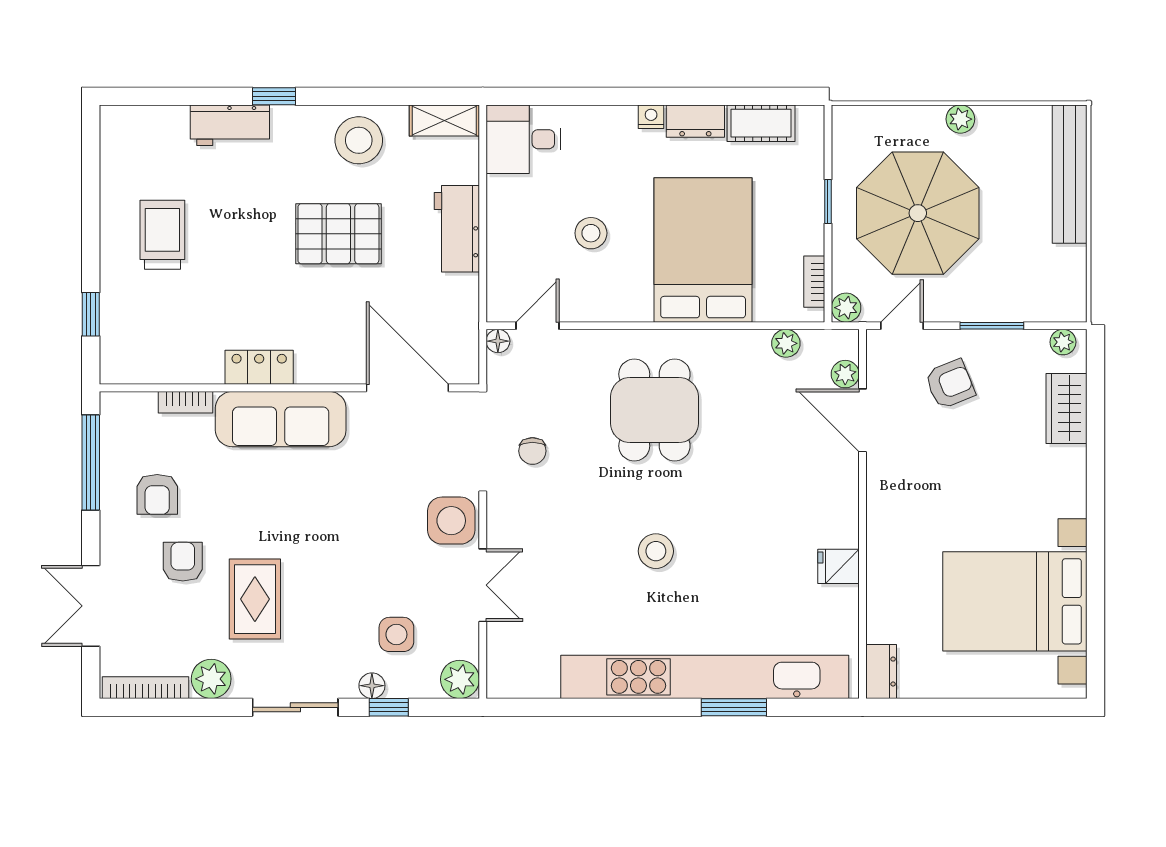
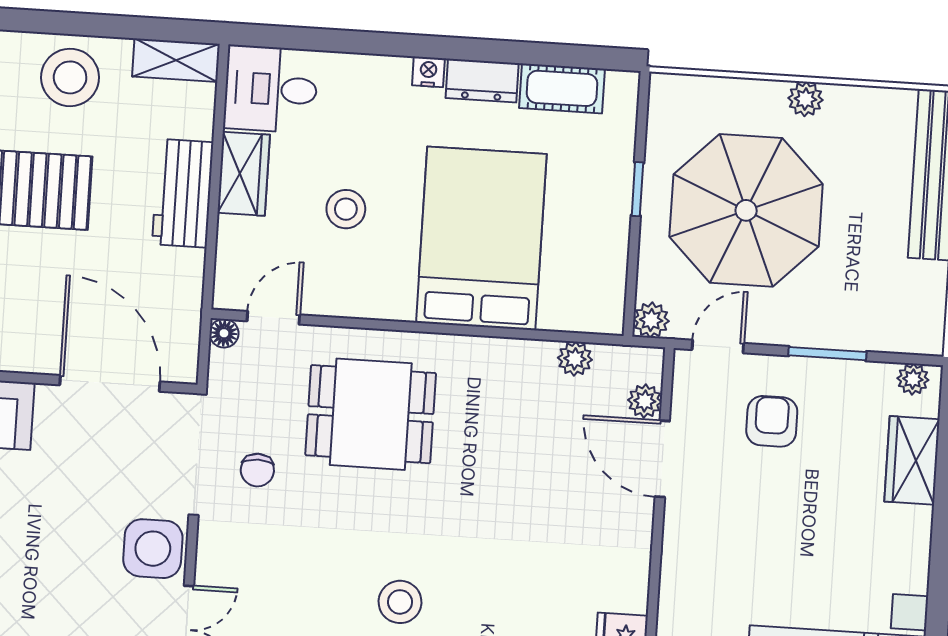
wardrobe: (506, 210) -> (244, 174), added
bookcase: (814, 282) -> (614, 286), removed
armchair: (950, 384) -> (772, 421), turned -68
dining table: (654, 410) -> (371, 414), moved, turned 90

